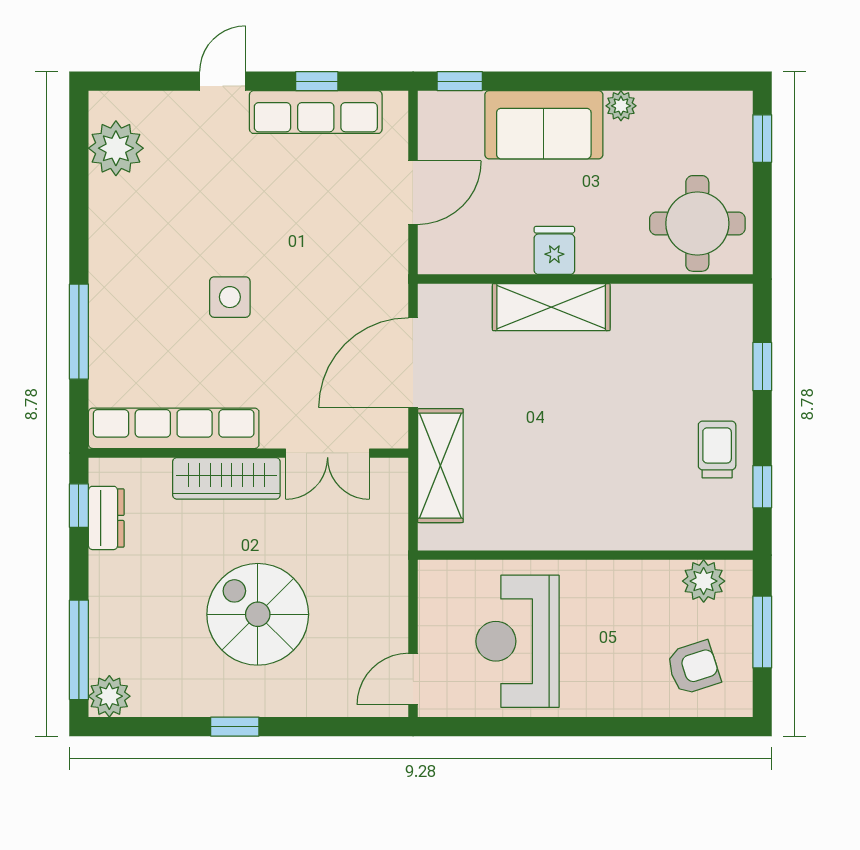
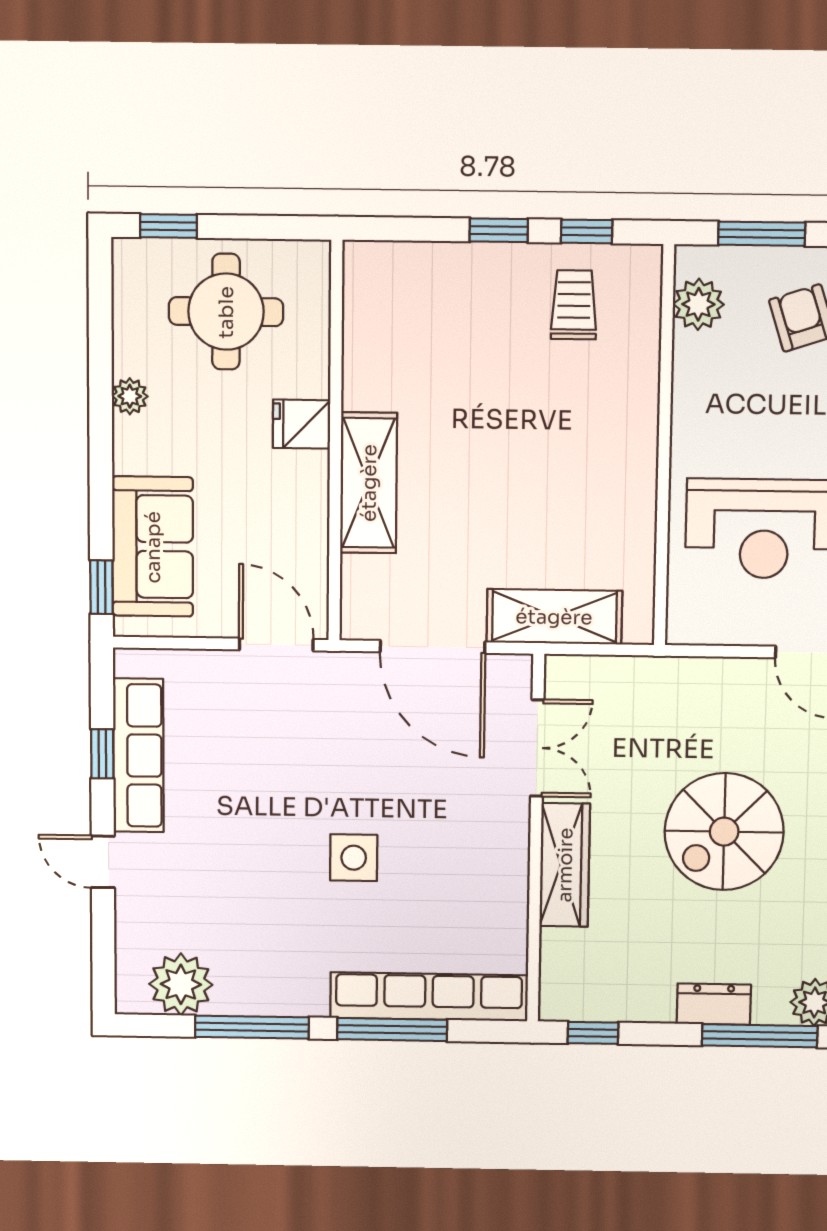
sofa: (544, 125) -> (153, 547), moved
door: (413, 193) -> (276, 645), moved
window: (79, 210) -> (252, 1027), added
round table: (697, 223) -> (226, 312), moved
fridge: (554, 250) -> (302, 424), moved
window: (762, 367) -> (499, 230), moved
row of seats: (174, 428) -> (429, 997), moved, turned 90
trolley: (717, 449) -> (574, 305), moved, turned 90
dresser: (106, 518) -> (714, 1004), moved

